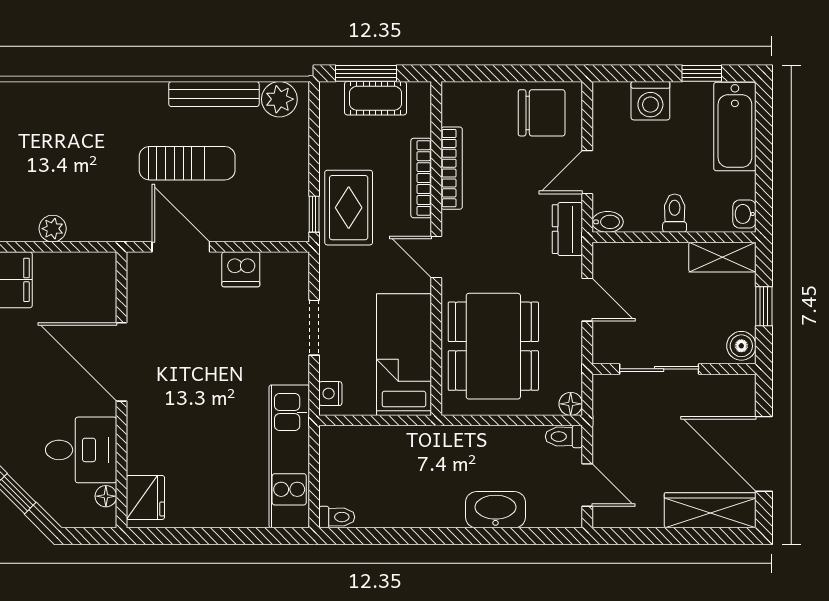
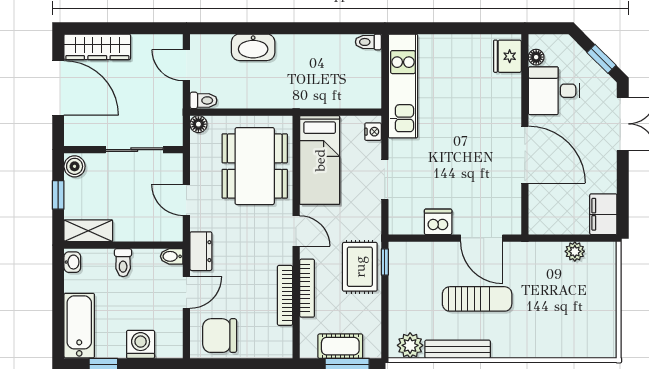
sun lounger: (187, 163) -> (477, 299), turned 180

